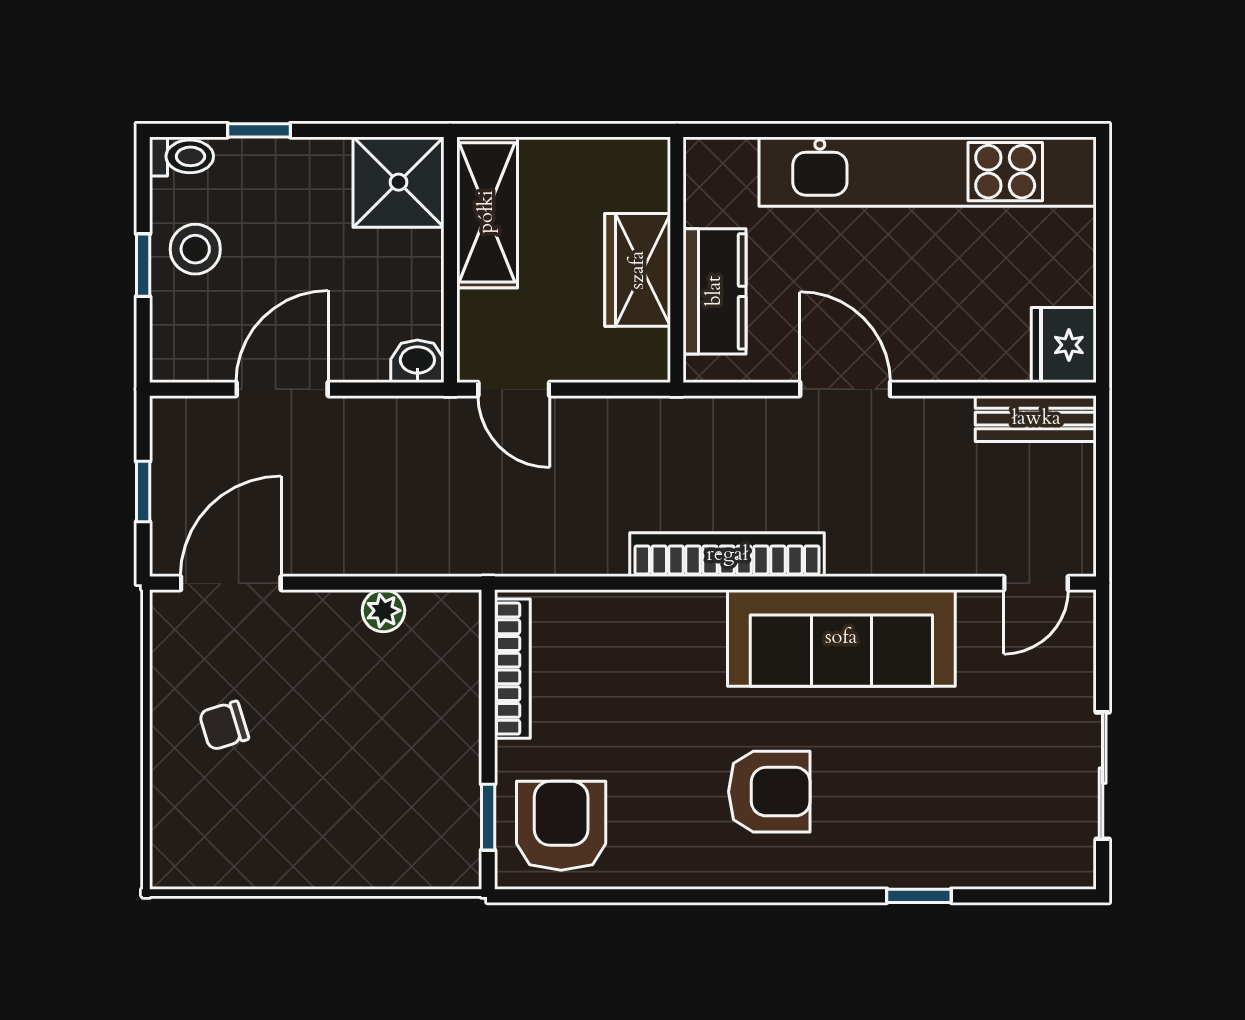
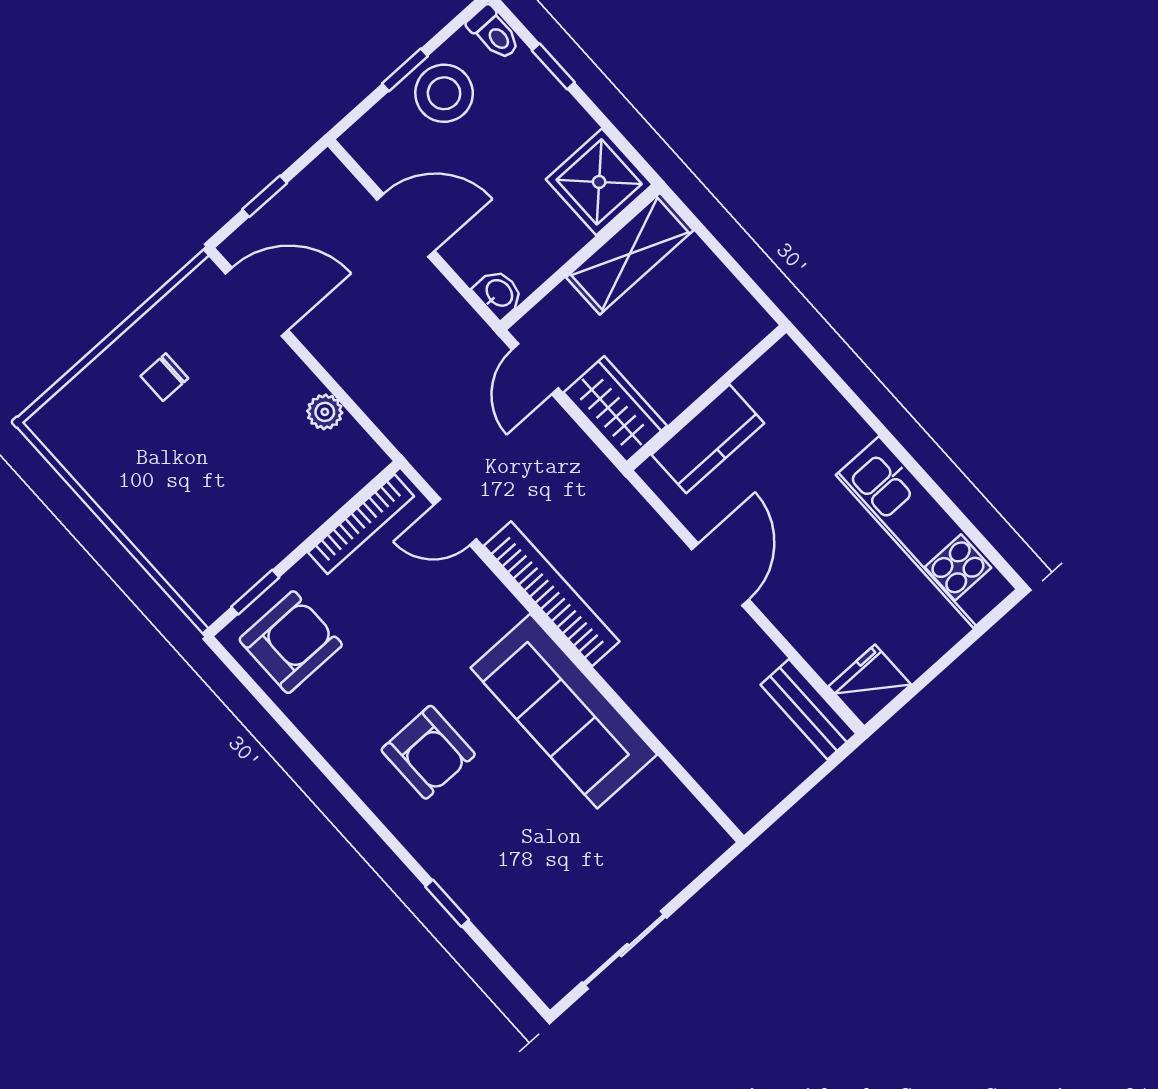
kitchen unit: (928, 172) -> (926, 532), width x0.73
stool: (195, 249) -> (444, 93), width x1.38, depth x1.38
wardrobe: (638, 270) -> (615, 409), moved, turned 90
door: (1036, 583) -> (455, 522), moved
chair: (224, 726) -> (164, 377), turned -73

